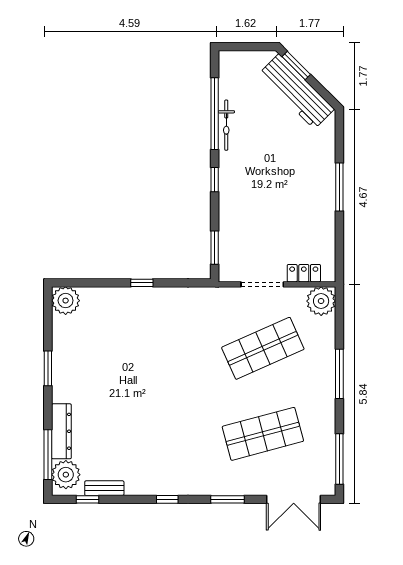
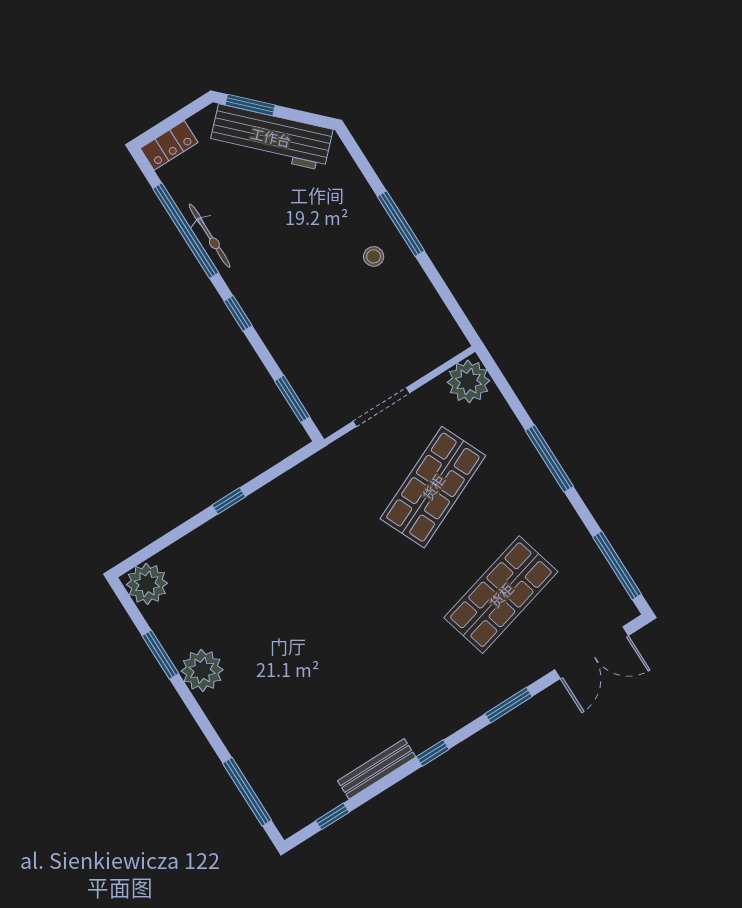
stool: (312, 196) -> (374, 256), added
locker: (304, 273) -> (169, 145), moved, turned 180
window: (48, 368) -> (160, 655), moved
dresser: (61, 431) -> (246, 752), removed
plant: (66, 475) -> (202, 670), moved
bench: (104, 488) -> (377, 769), moved, width x1.36

